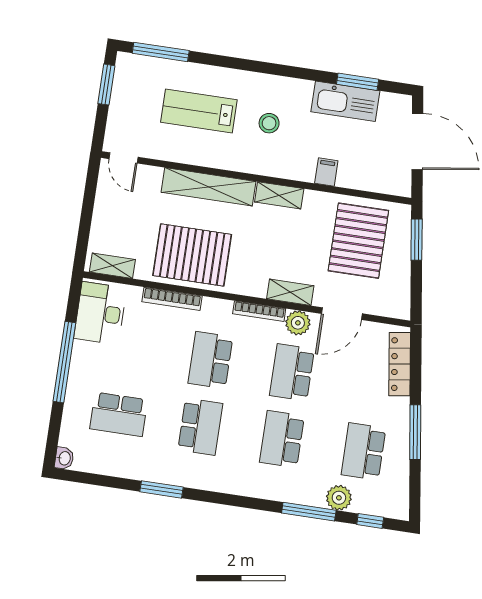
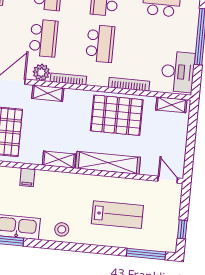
window: (106, 85) -> (182, 229), width x0.67
stool: (269, 123) -> (62, 229), moved

